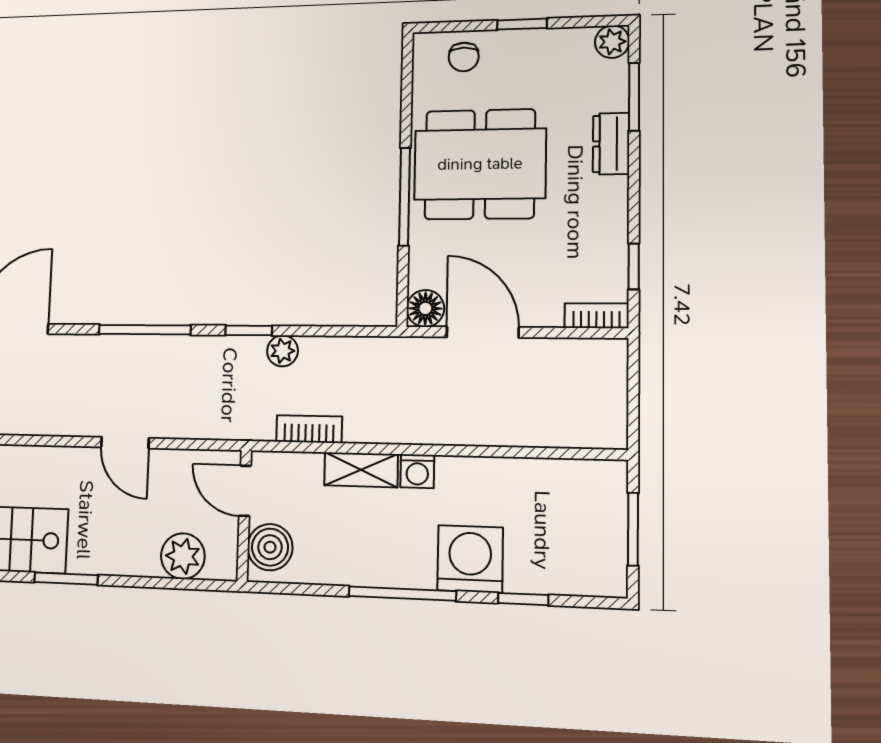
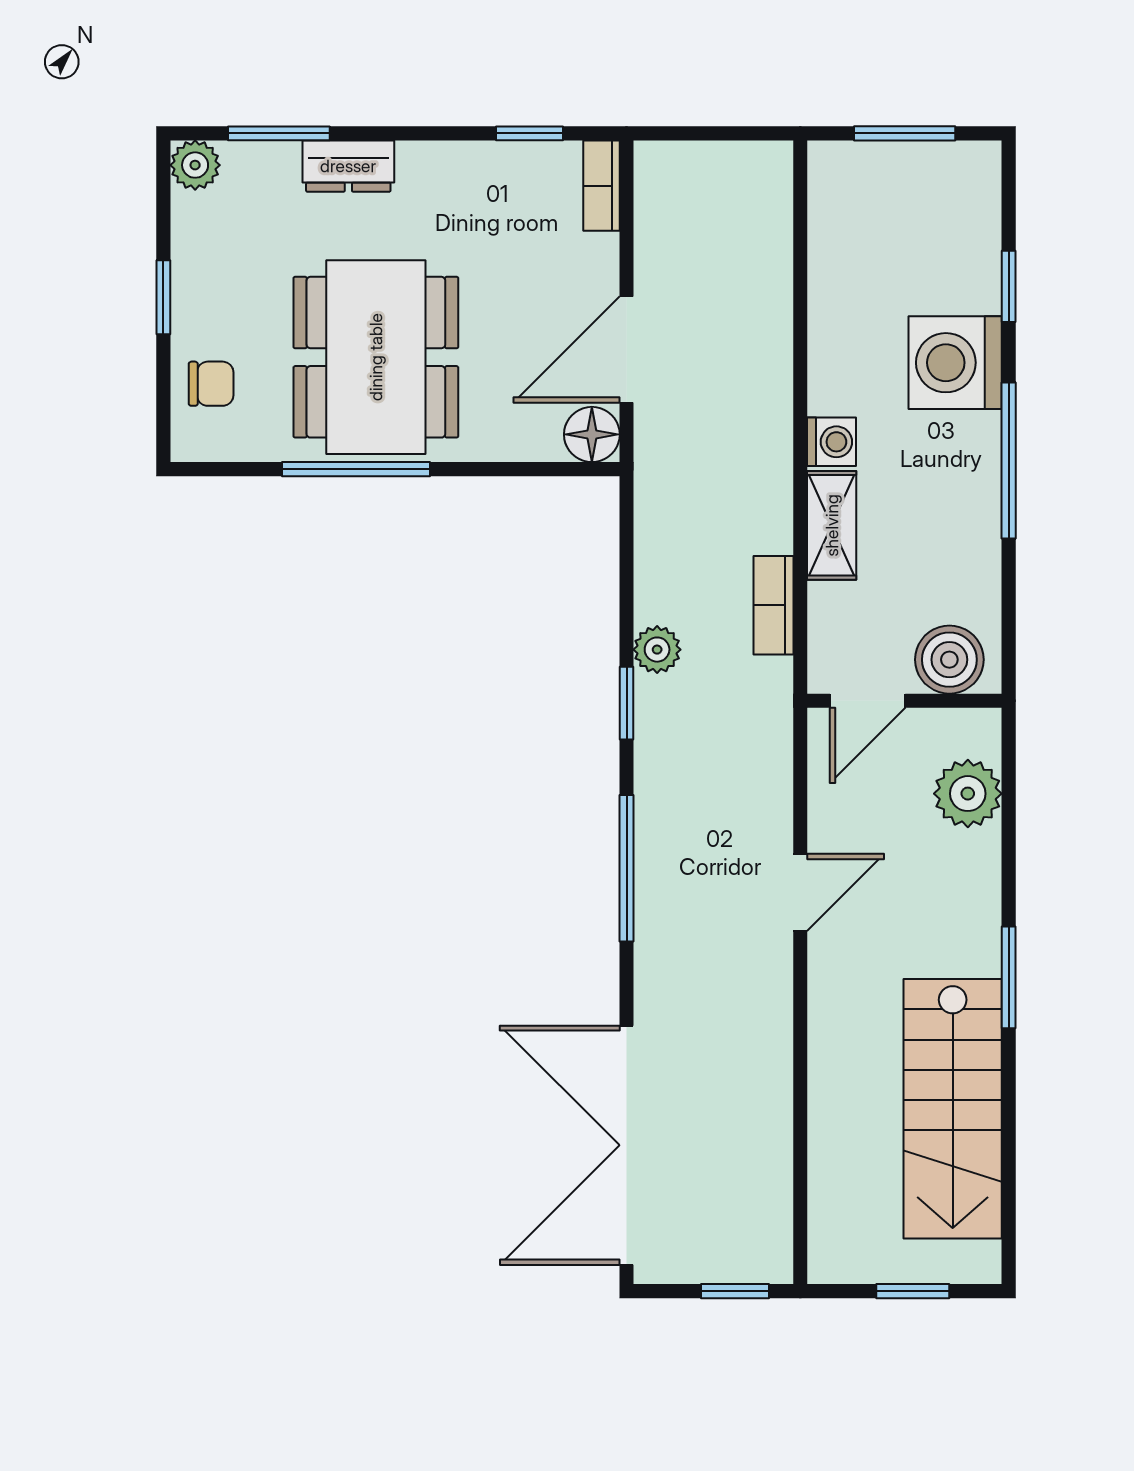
window: (404, 197) -> (356, 469), moved

